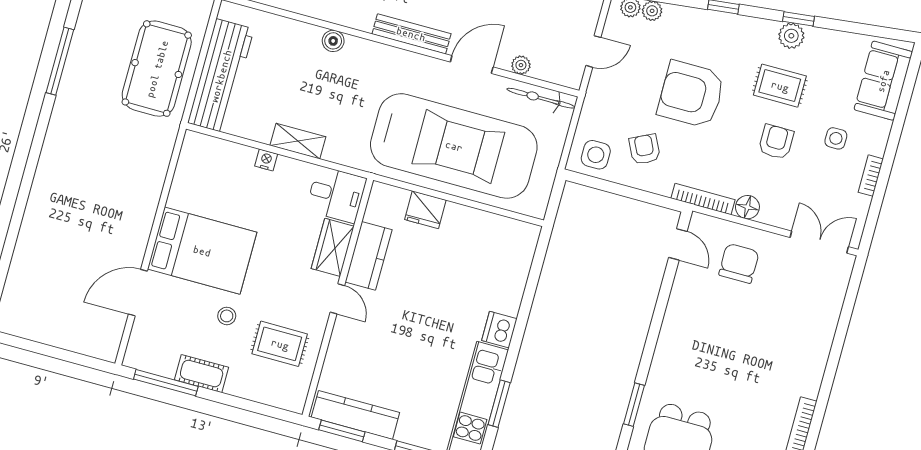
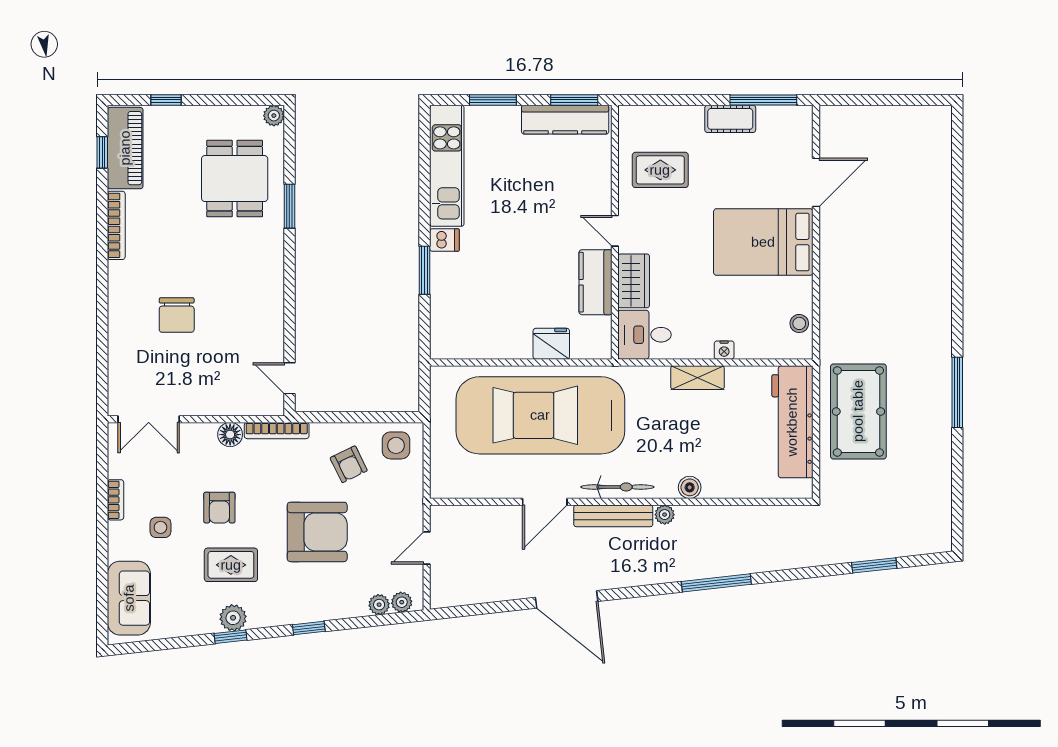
plant: (521, 65) -> (665, 515), moved
bicycle: (541, 98) -> (617, 487), moved
chair: (739, 263) -> (177, 315), moved
stool: (227, 316) -> (799, 323), moved
dishwasher: (499, 330) -> (444, 240), width x0.73
window: (499, 404) -> (425, 270), moved

